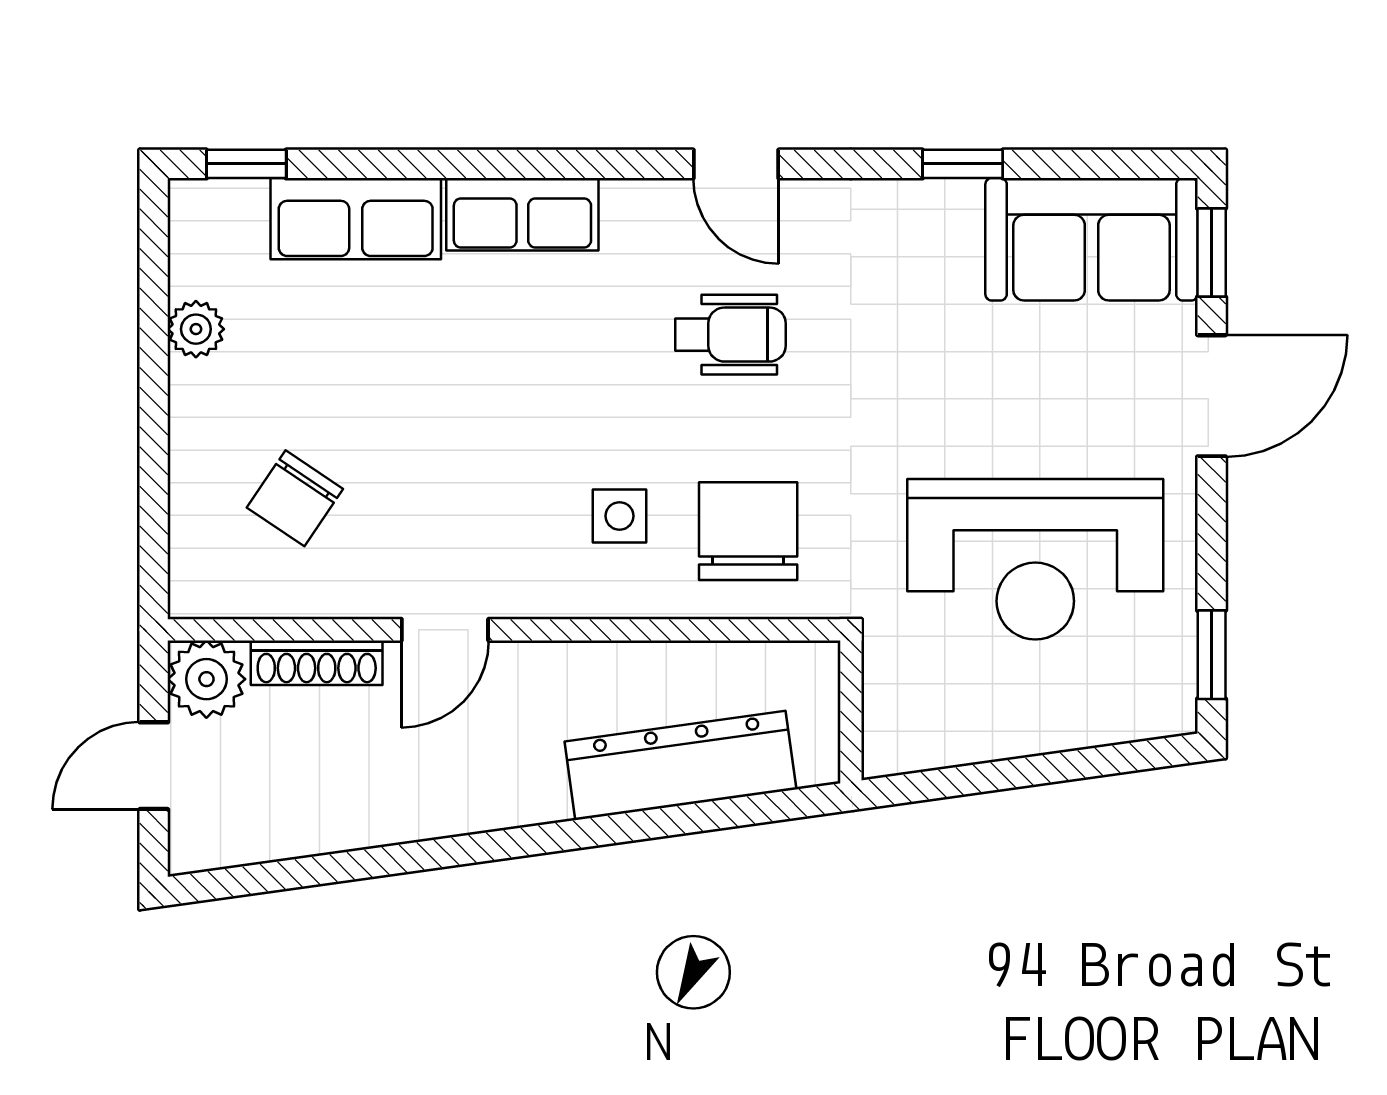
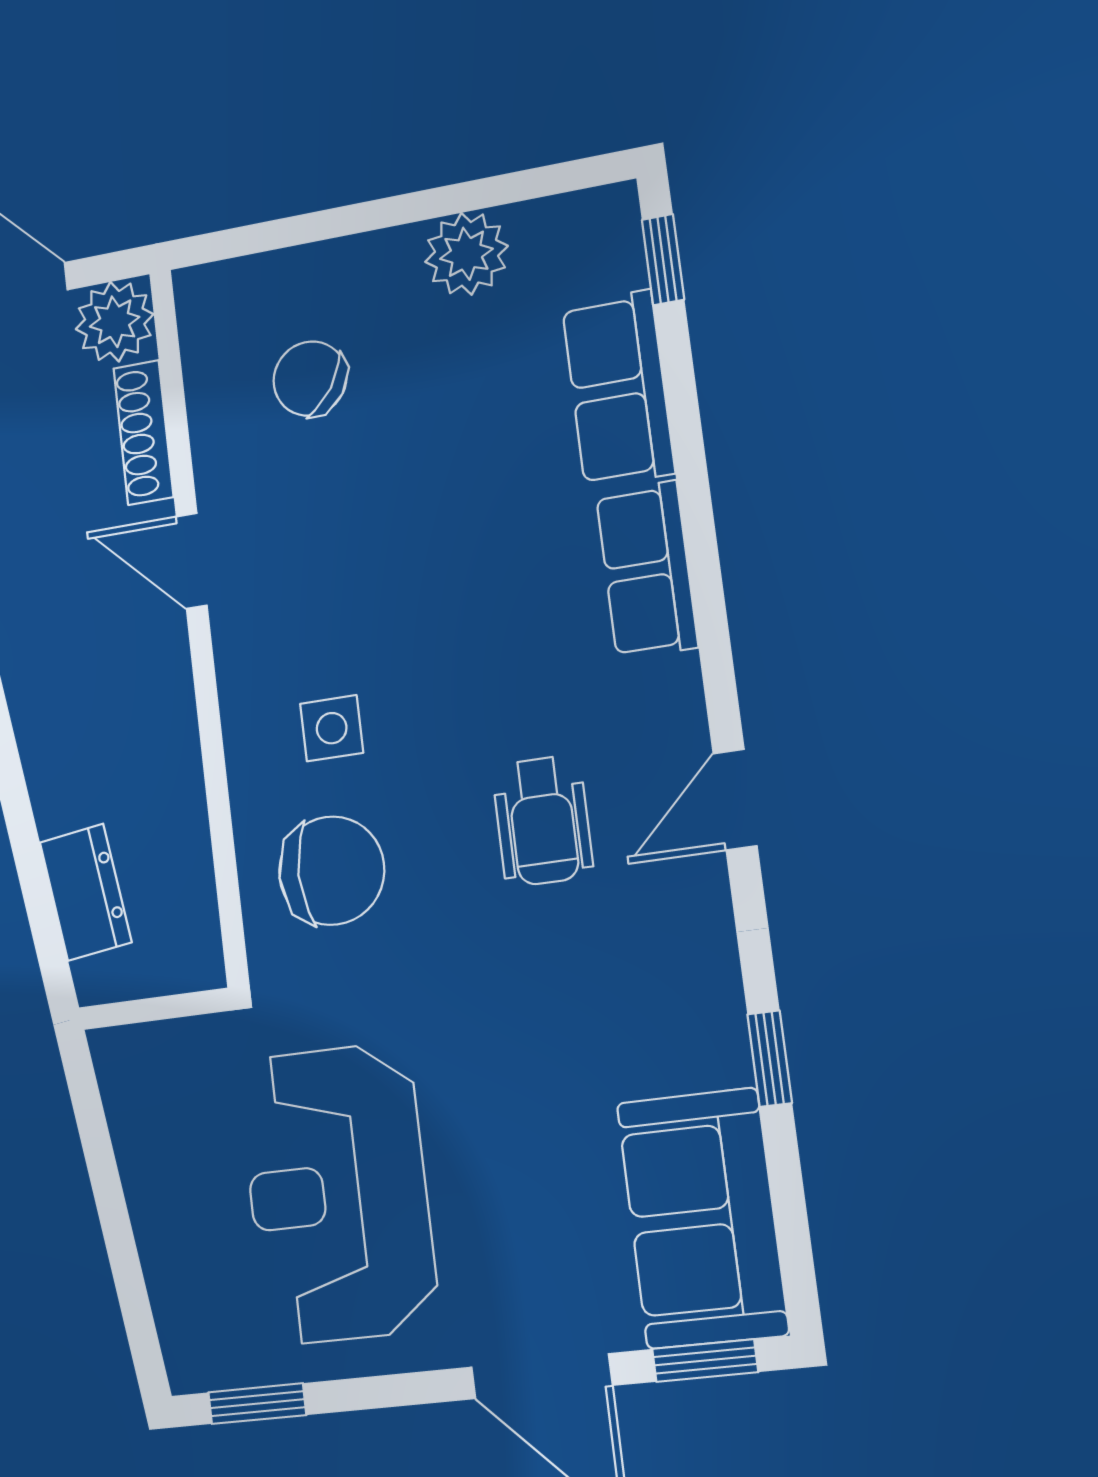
plant: (196, 329) -> (466, 254), width x1.38, depth x1.38
dresser: (680, 765) -> (86, 892), width x0.51, depth x0.80

